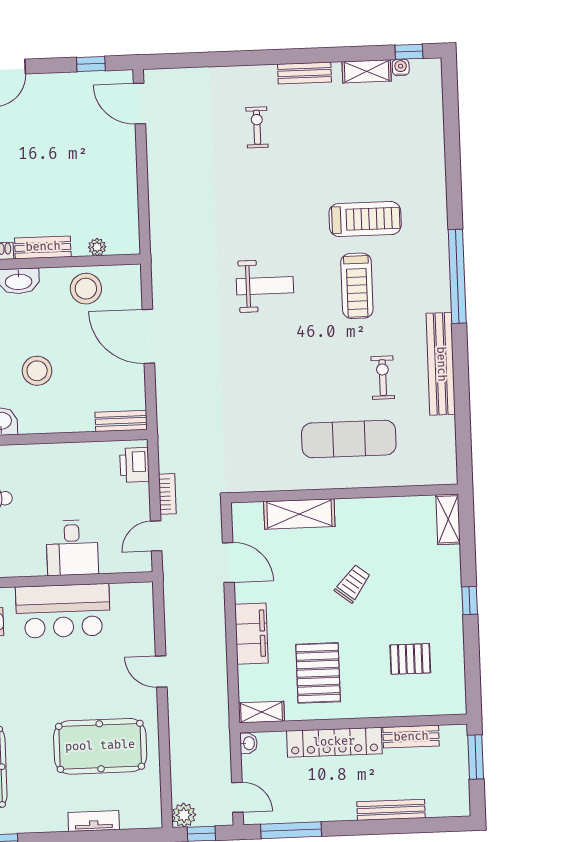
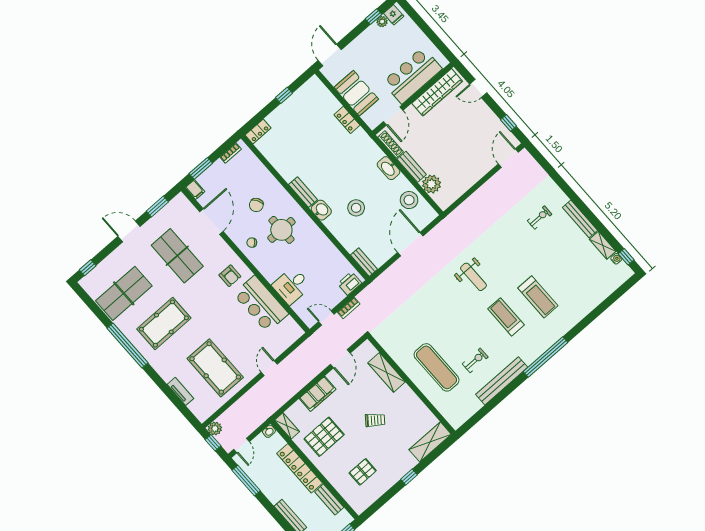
bench: (304, 73) -> (580, 219), width x1.36
plant: (97, 247) -> (431, 184), width x1.88, depth x1.88
treadmill: (357, 286) -> (506, 317), turned 90
shelving: (448, 519) -> (430, 442), width x1.50, depth x1.33
pallet: (410, 659) -> (363, 472), turned 90

